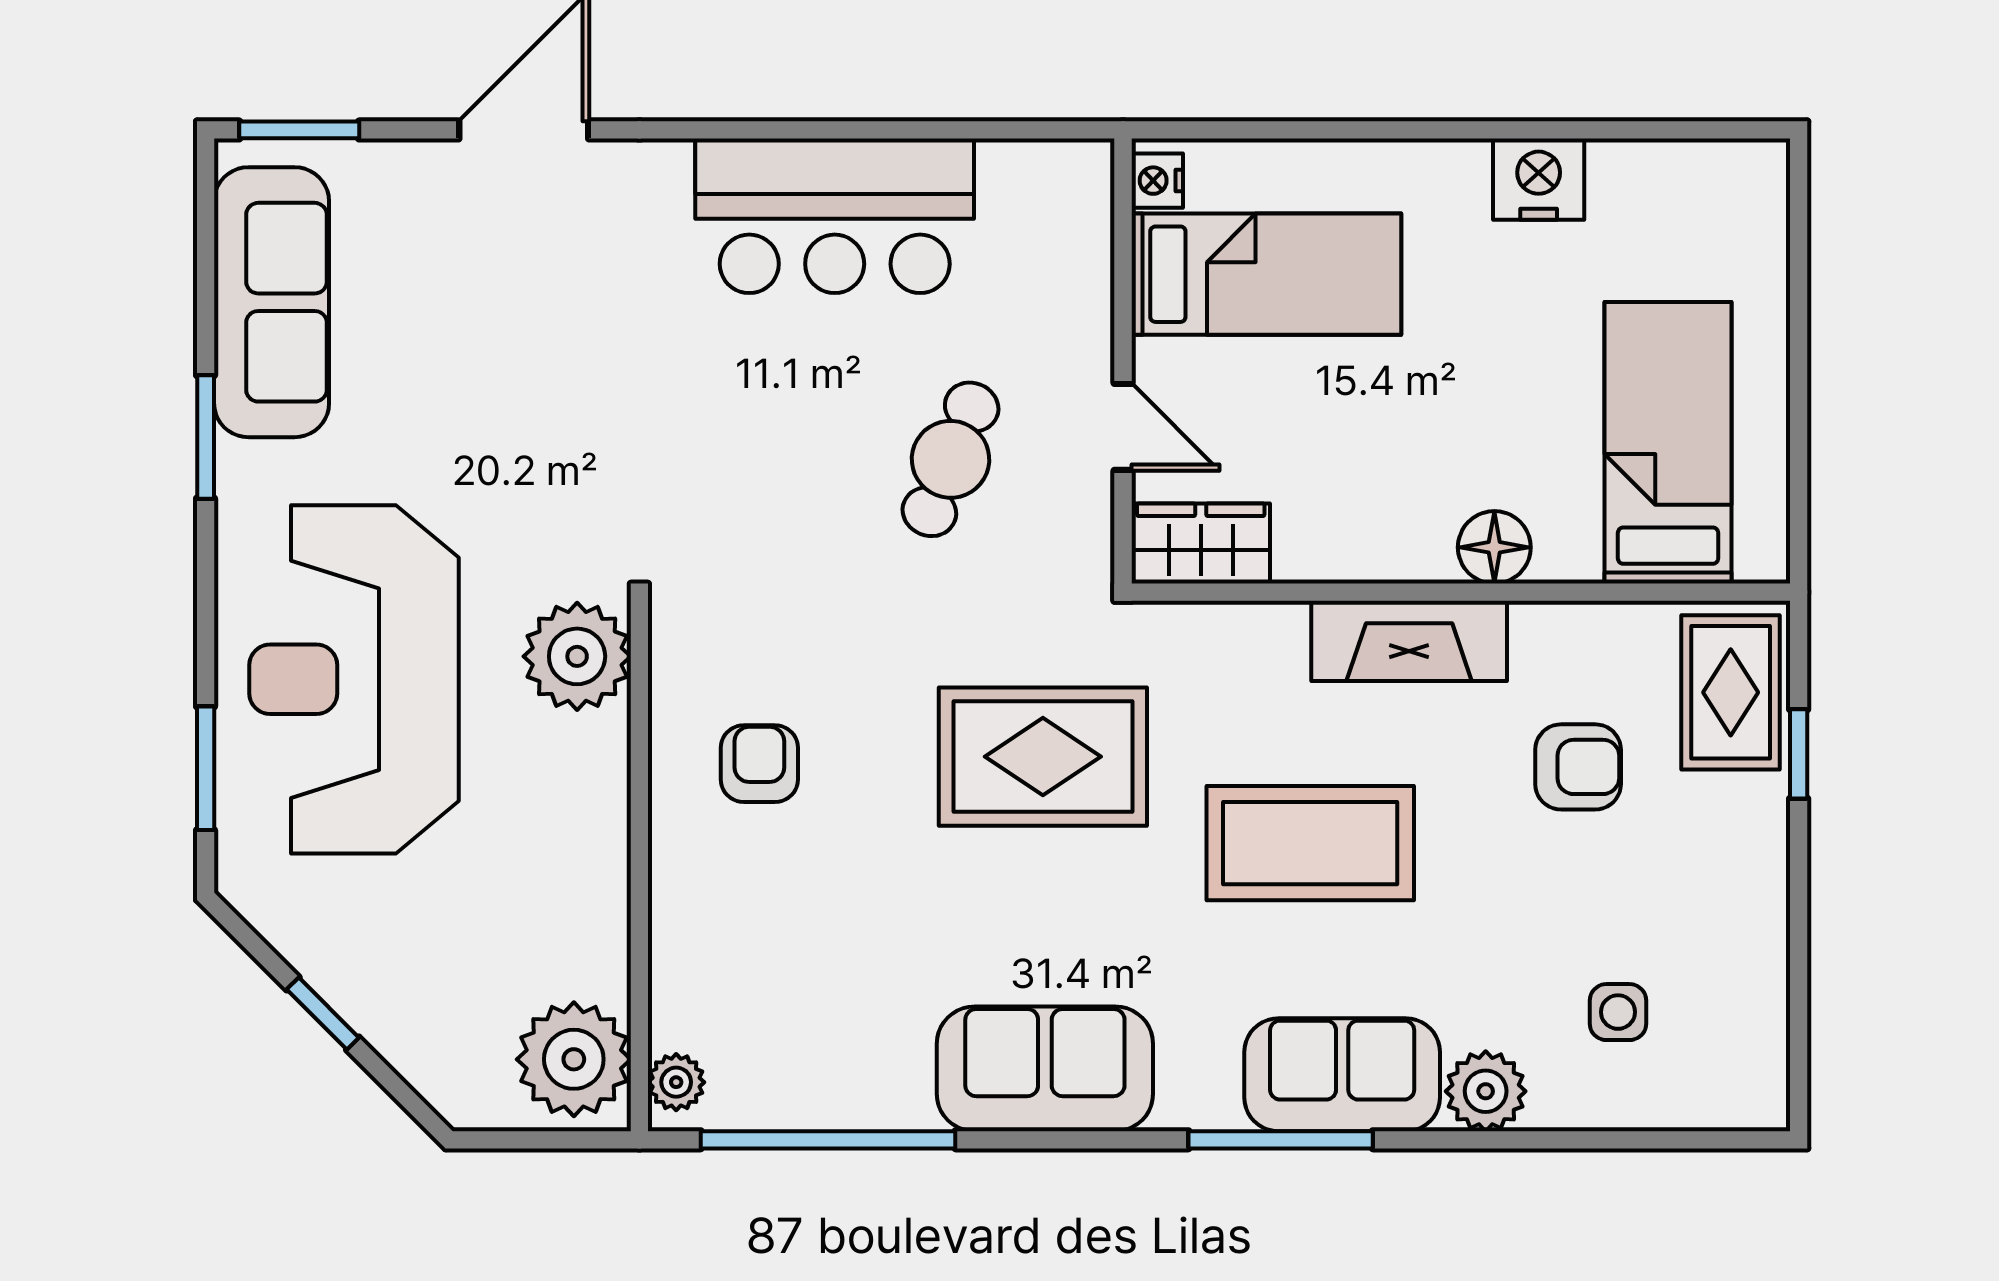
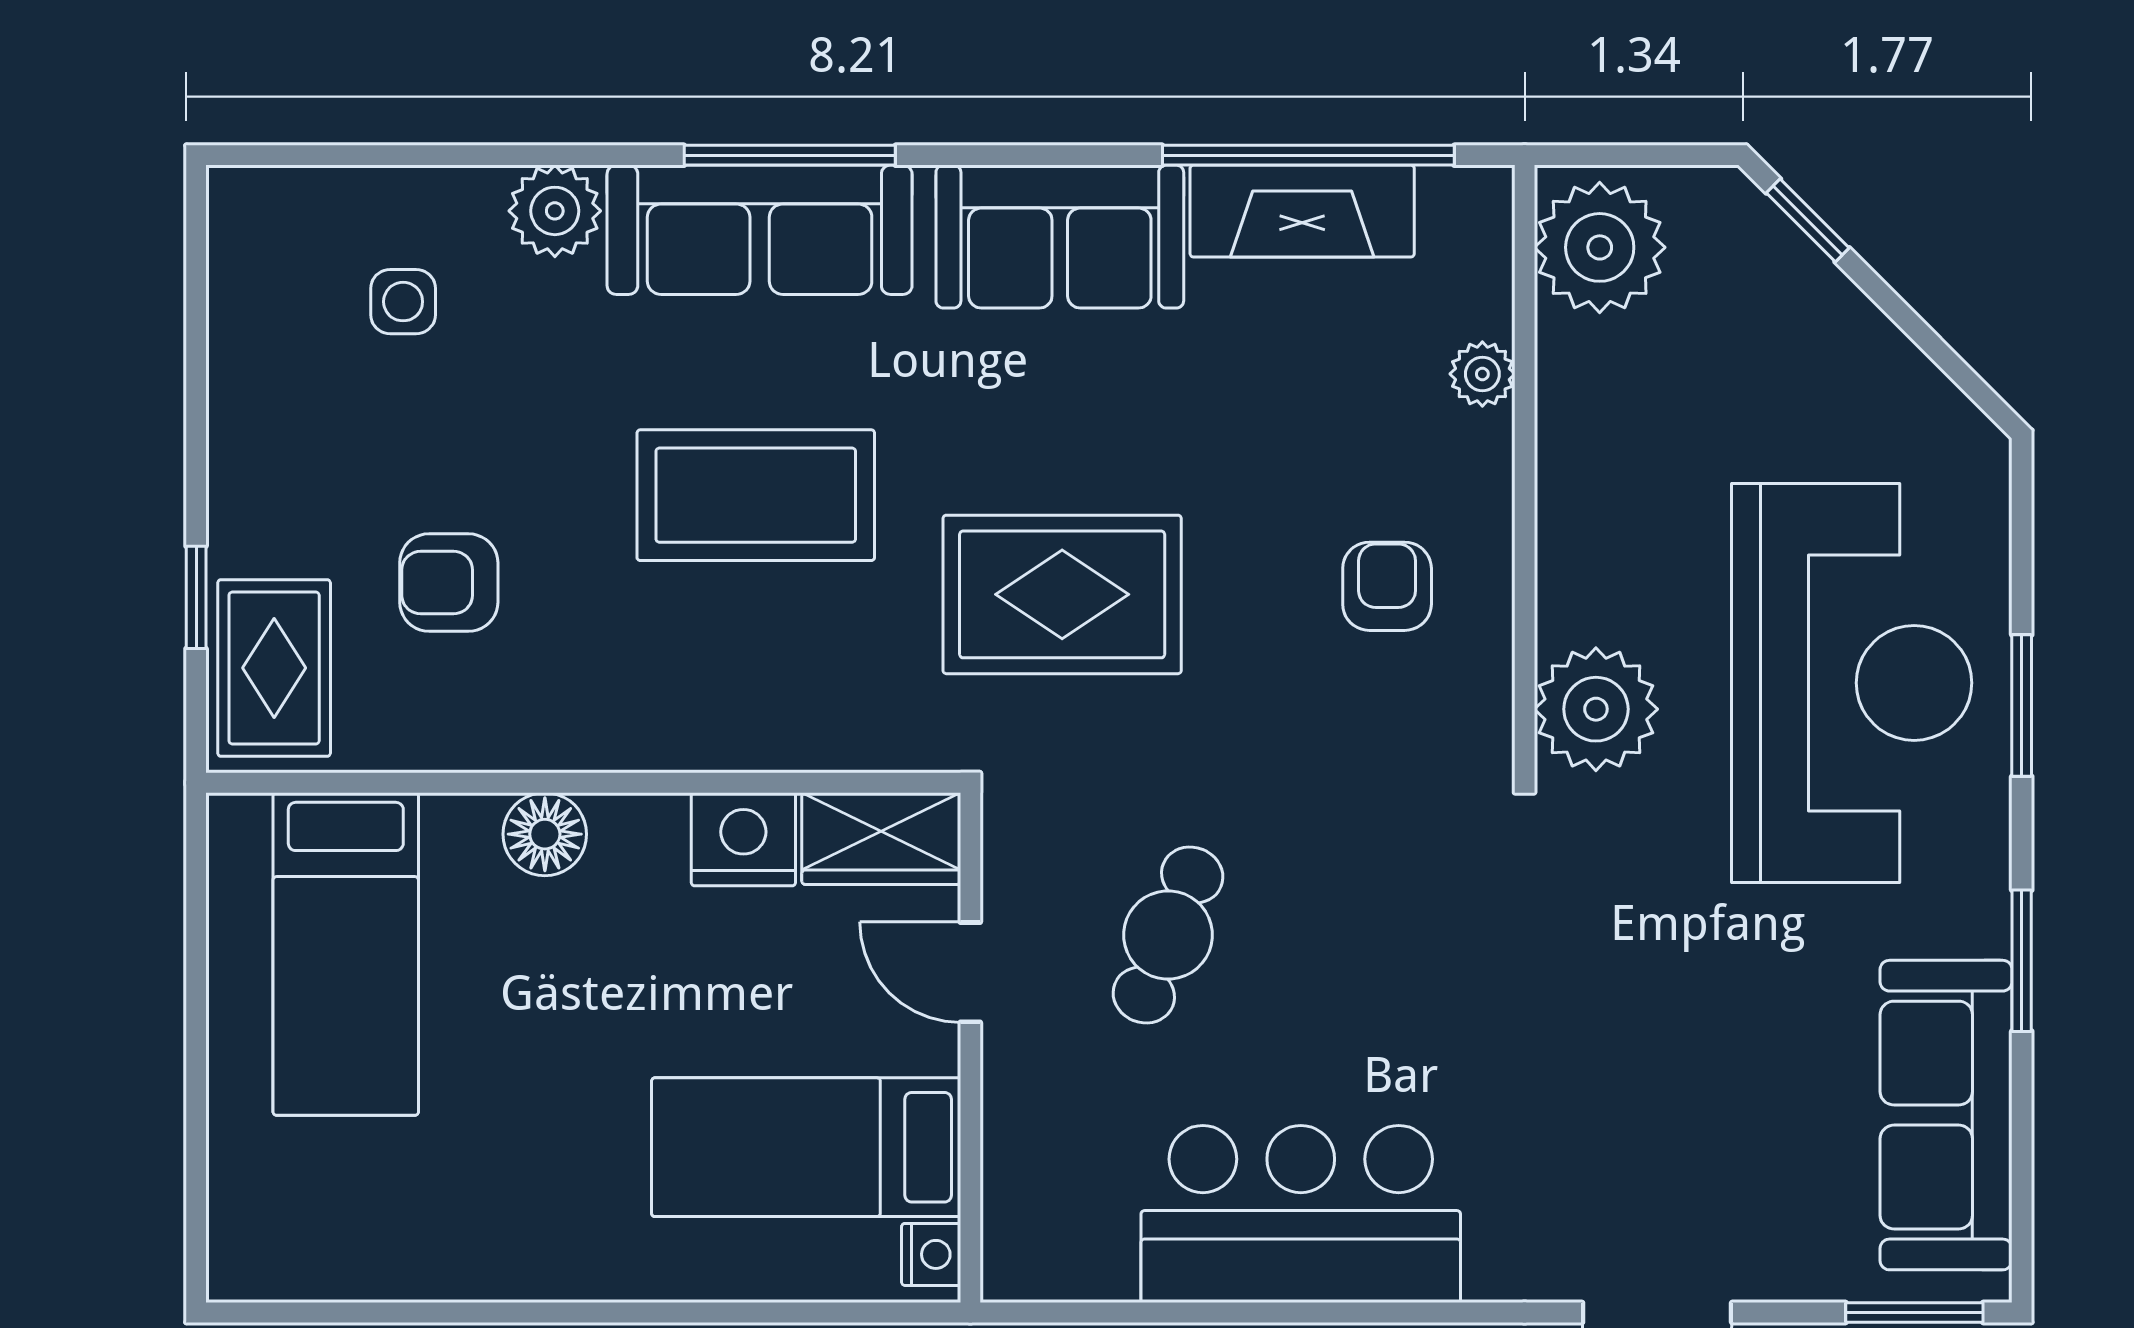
nightstand: (1539, 179) -> (743, 839), moved, turned 180
fireplace: (1409, 641) -> (1302, 211), moved, turned 180
armchair: (759, 764) -> (1387, 586), turned 180
window: (206, 768) -> (2022, 706), moved
window: (323, 1014) -> (1808, 220), moved
sofa: (1342, 1075) -> (760, 230), width x1.36
plant: (676, 1082) -> (1482, 374), moved

